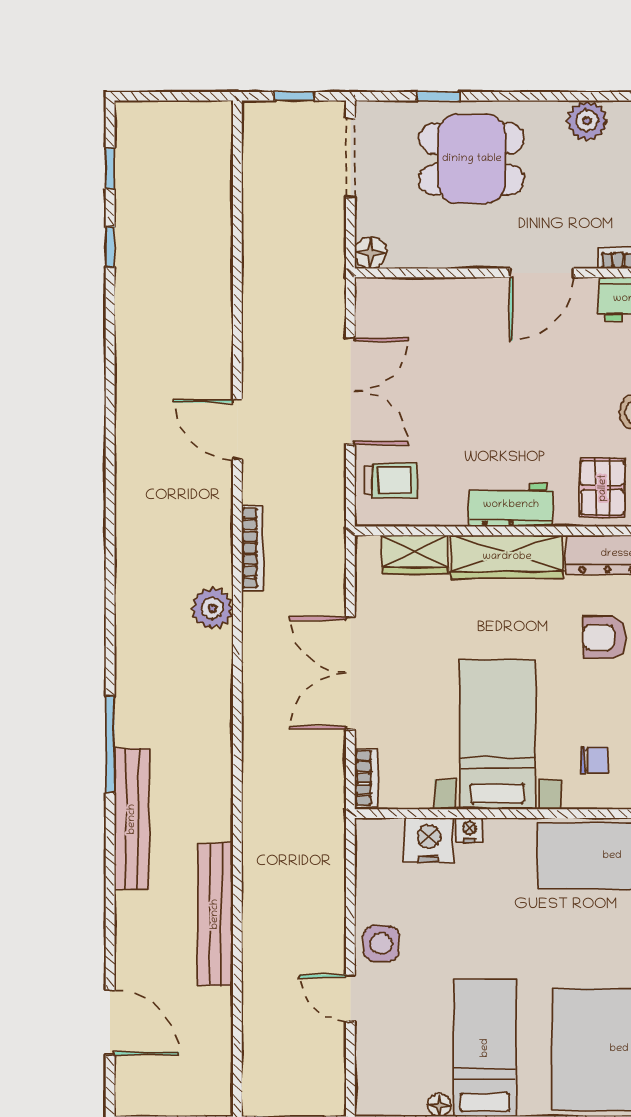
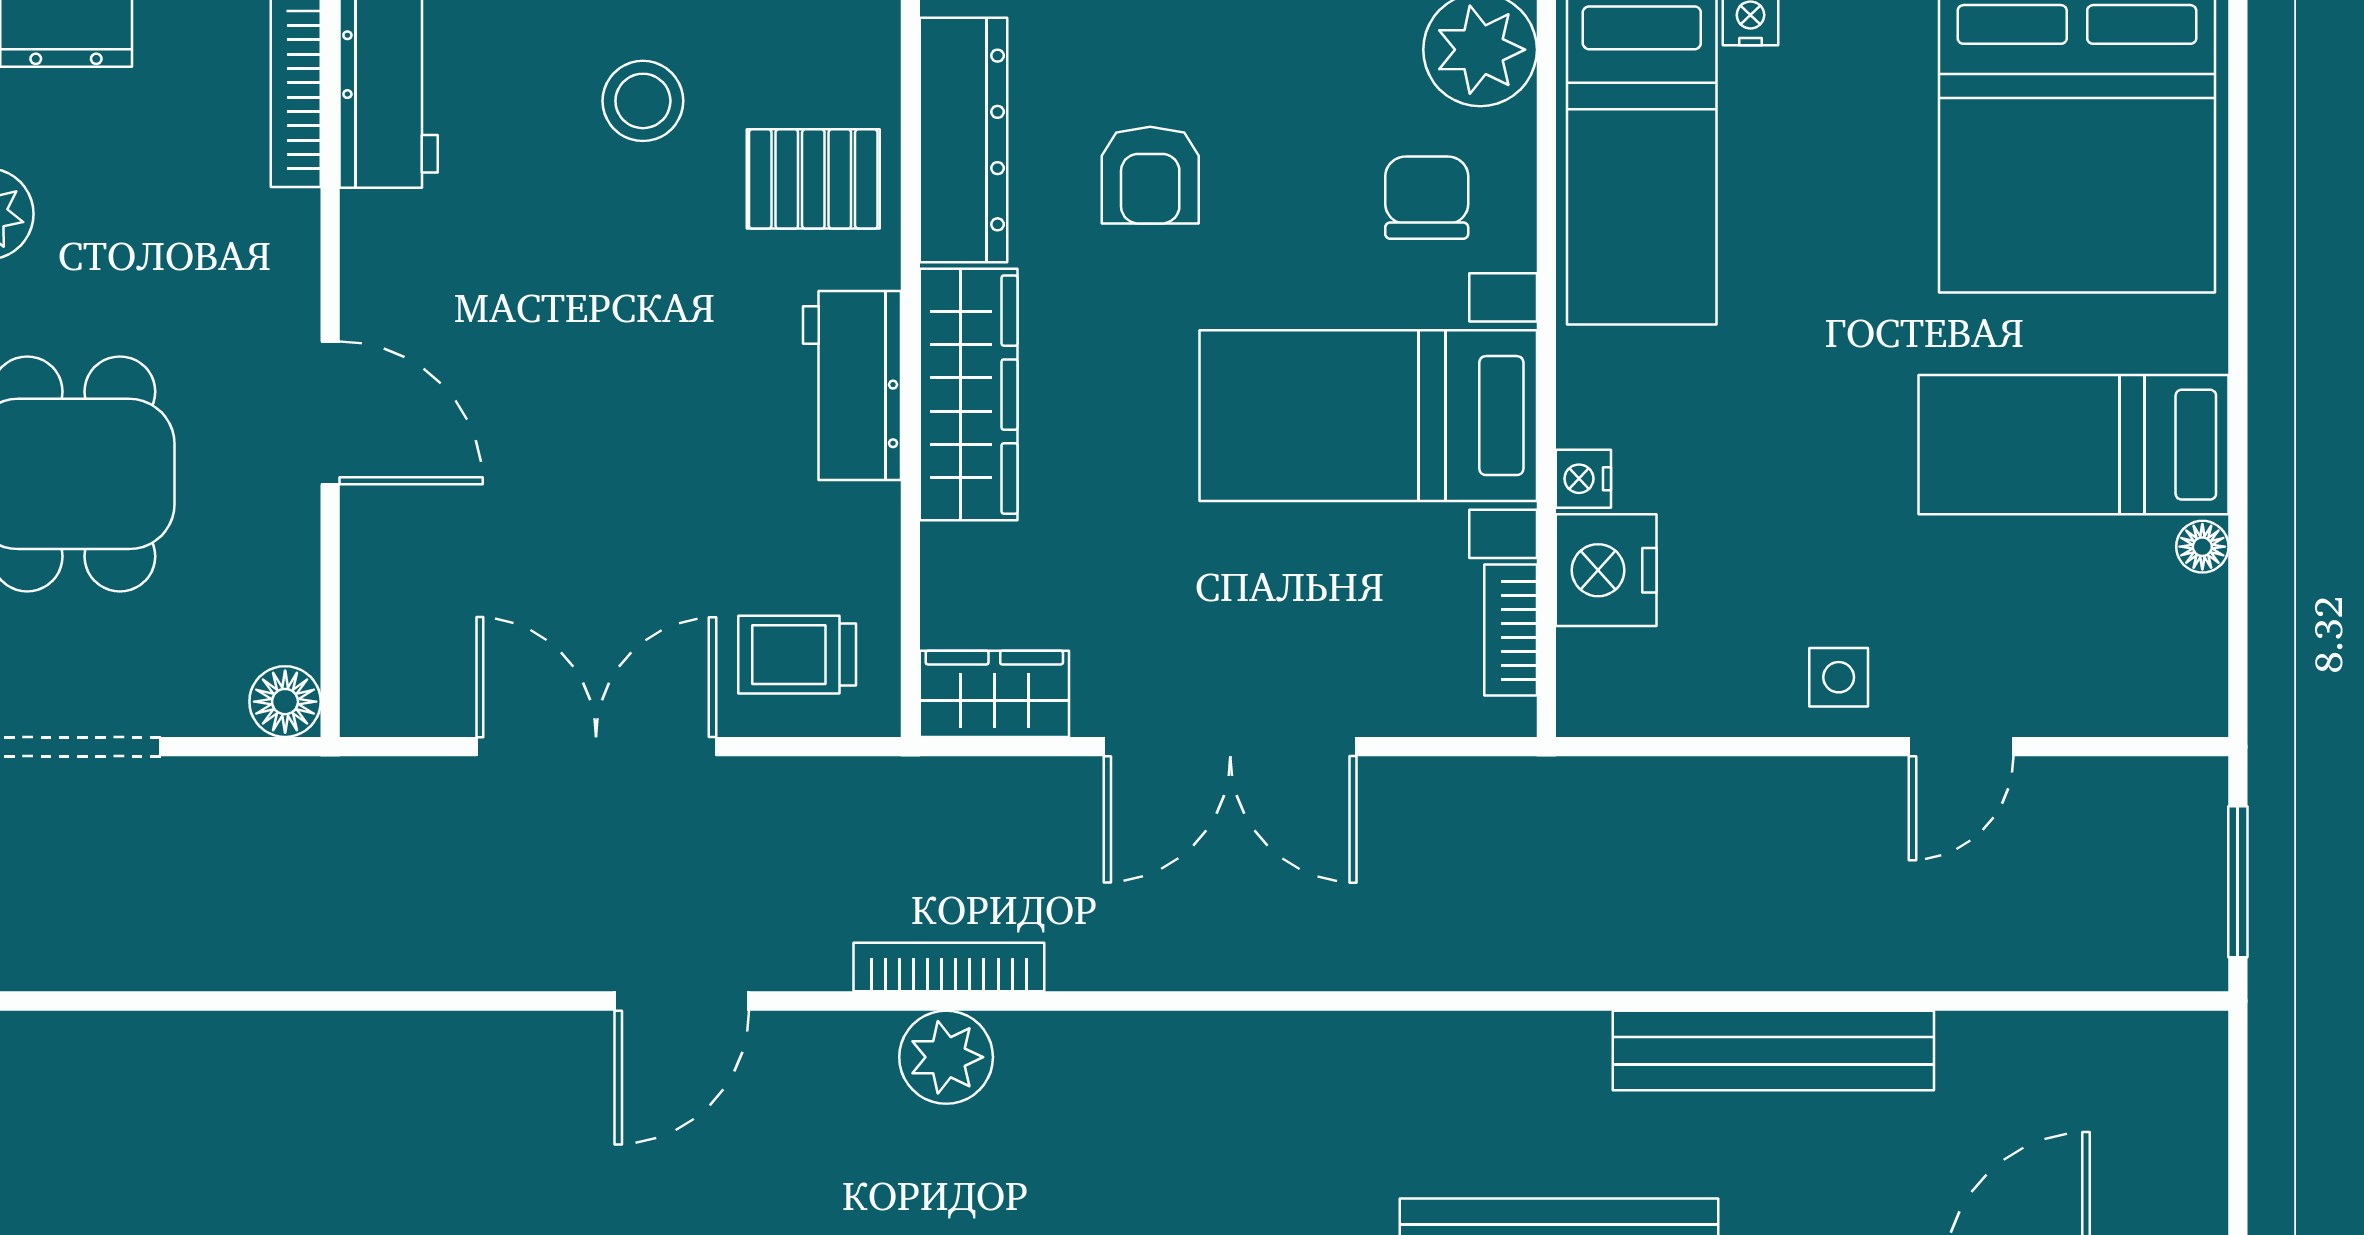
door: (542, 273) -> (330, 413), moved
trolley: (391, 480) -> (797, 655), turned -90
wardrobe: (415, 554) -> (994, 694), moved, turned -90
plant: (212, 608) -> (946, 1057), moved
chair: (594, 760) -> (1427, 198), width x1.37, depth x1.37
bookcase: (366, 778) -> (1511, 630), moved, turned -90
side table: (381, 943) -> (1839, 677), width x0.73, depth x0.73

